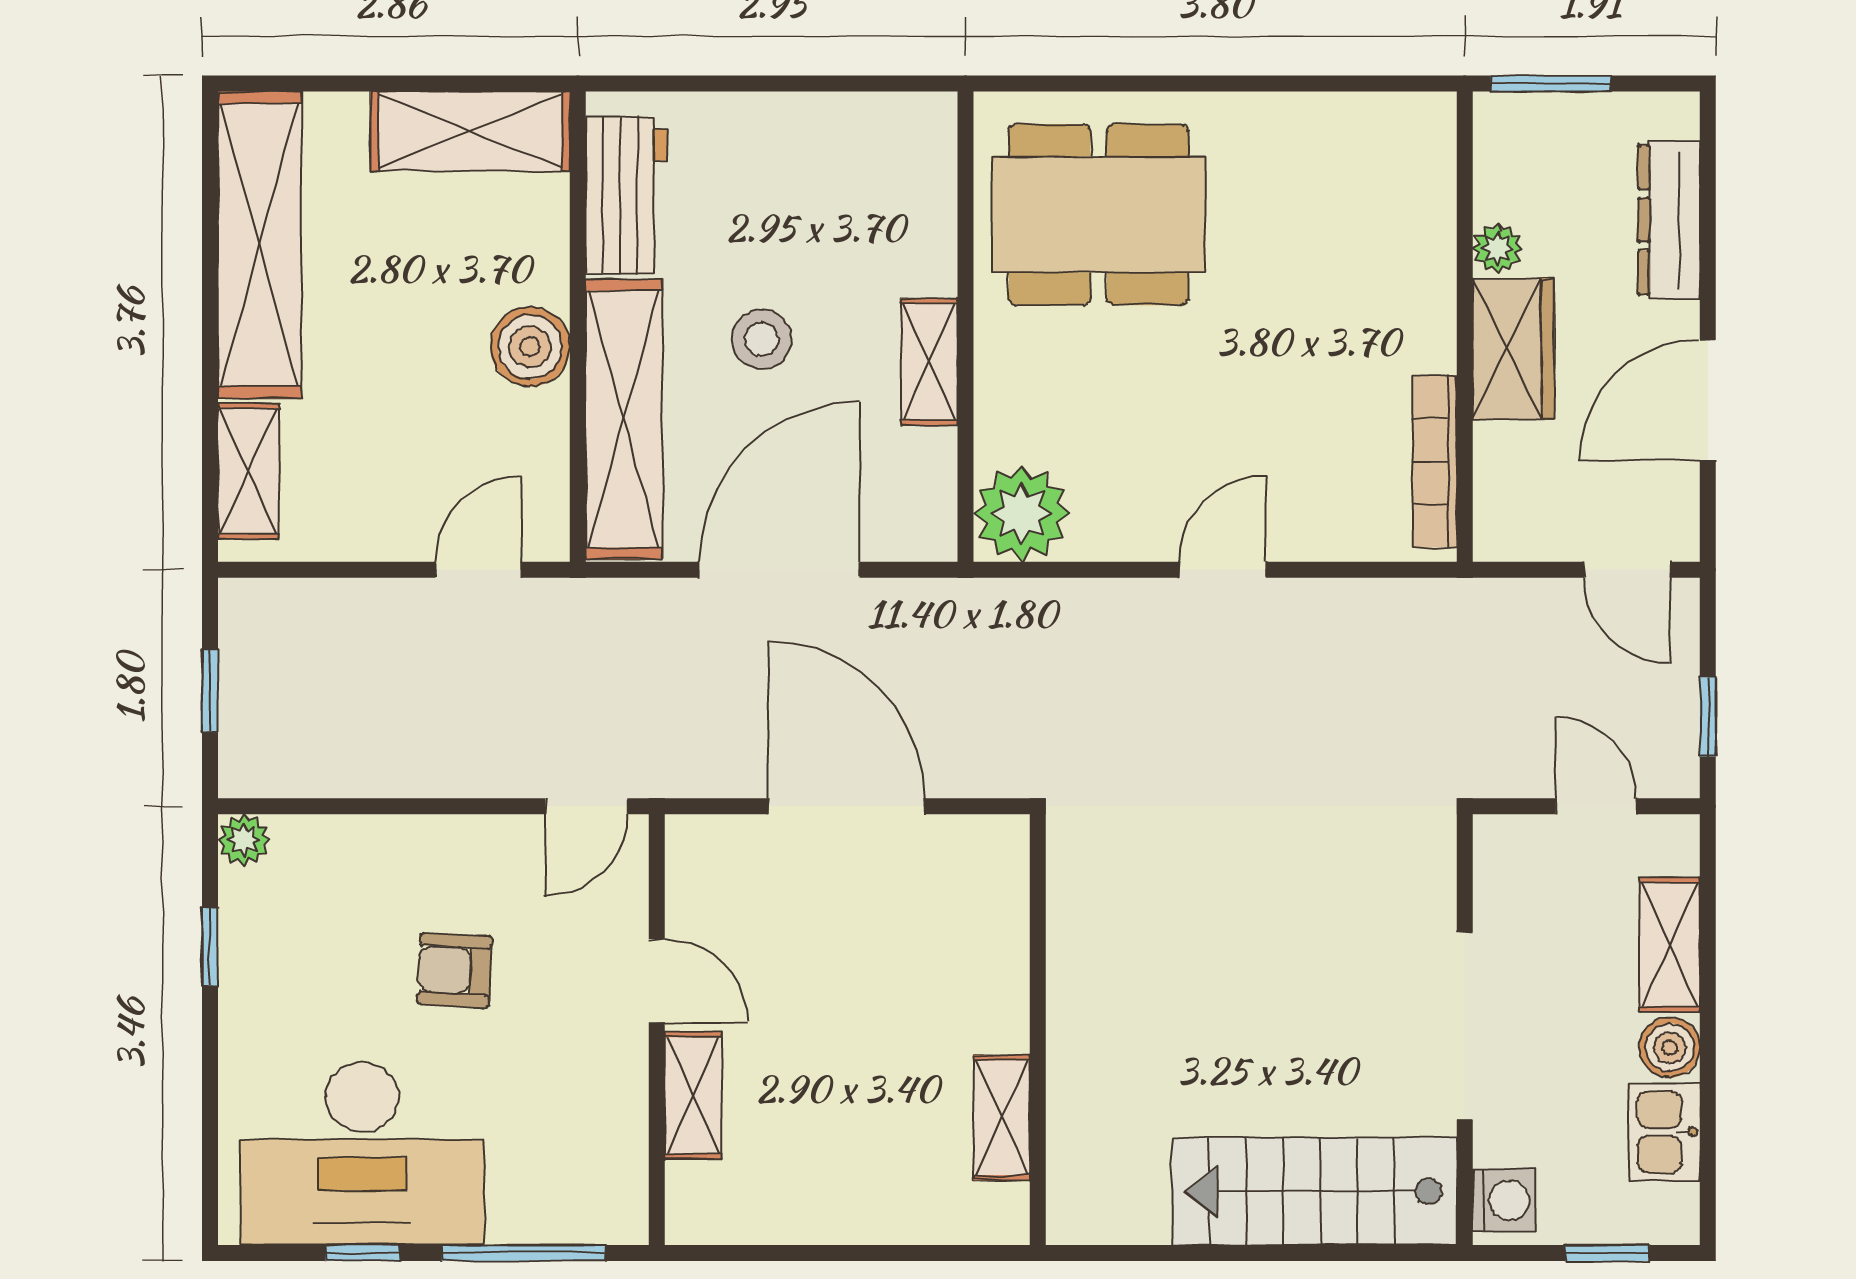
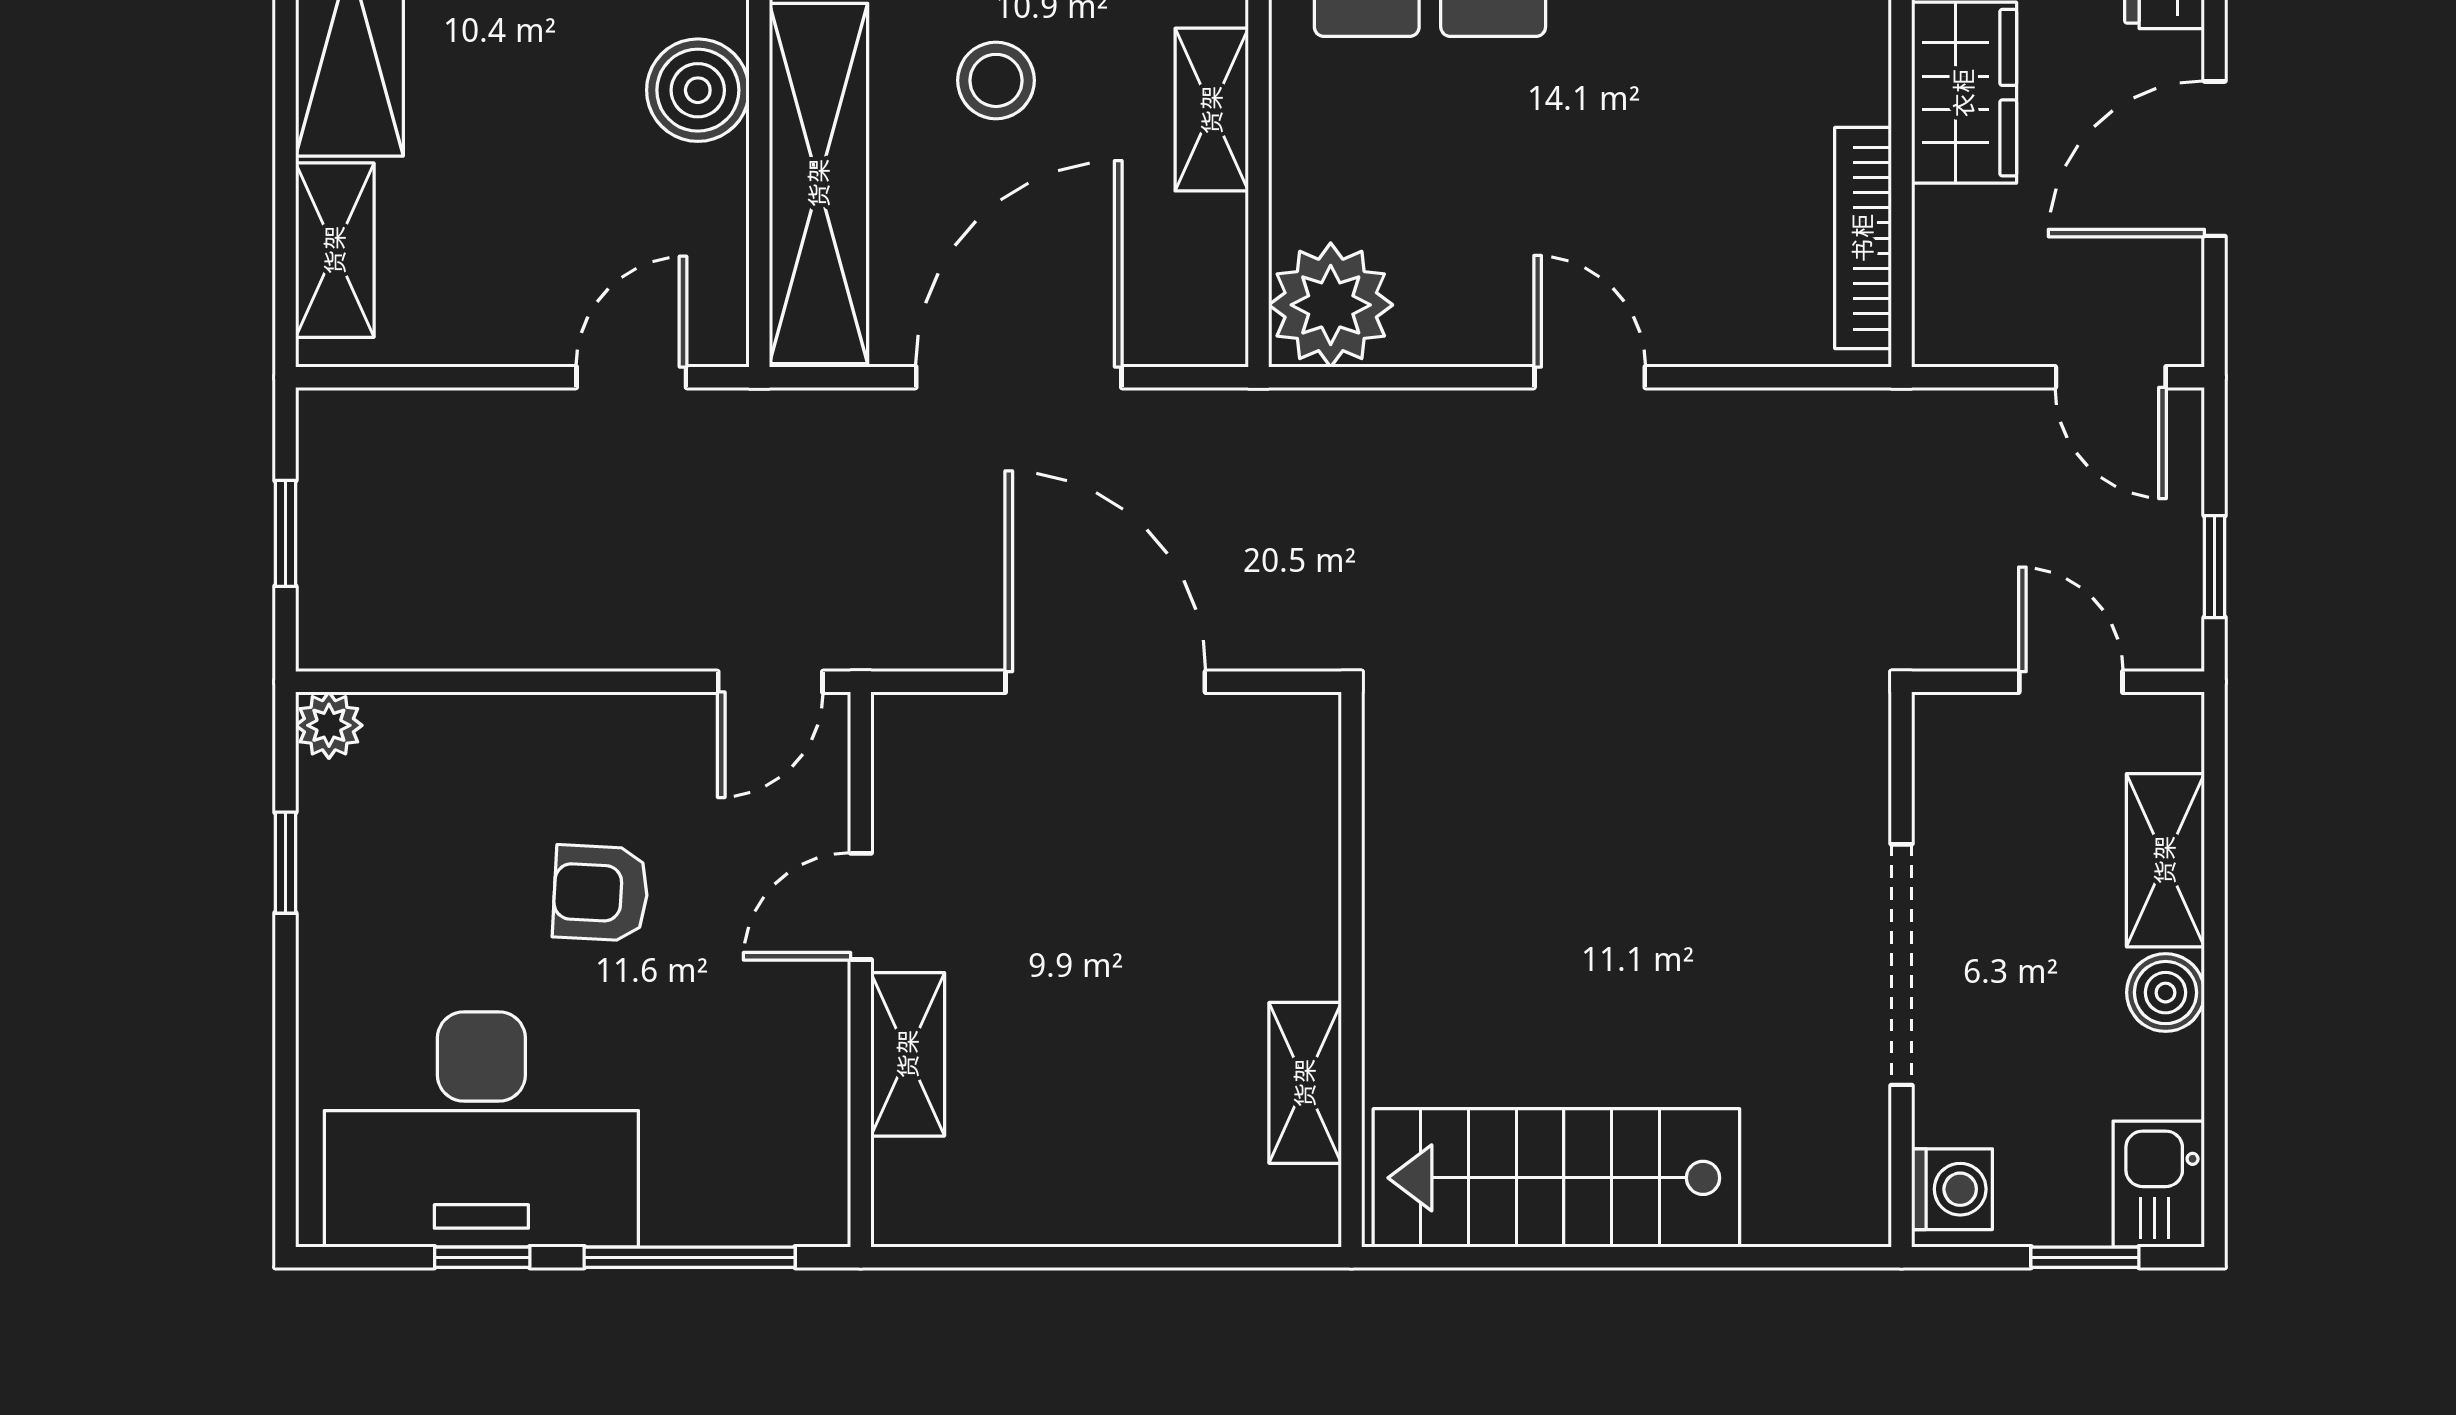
door: (1223, 570) -> (1590, 377), hinge flipped
door: (657, 981) -> (861, 906), swing flipped
kitchen sink: (1665, 1132) -> (2159, 1184), moved
stairs: (1315, 1191) -> (1556, 1178), moved

